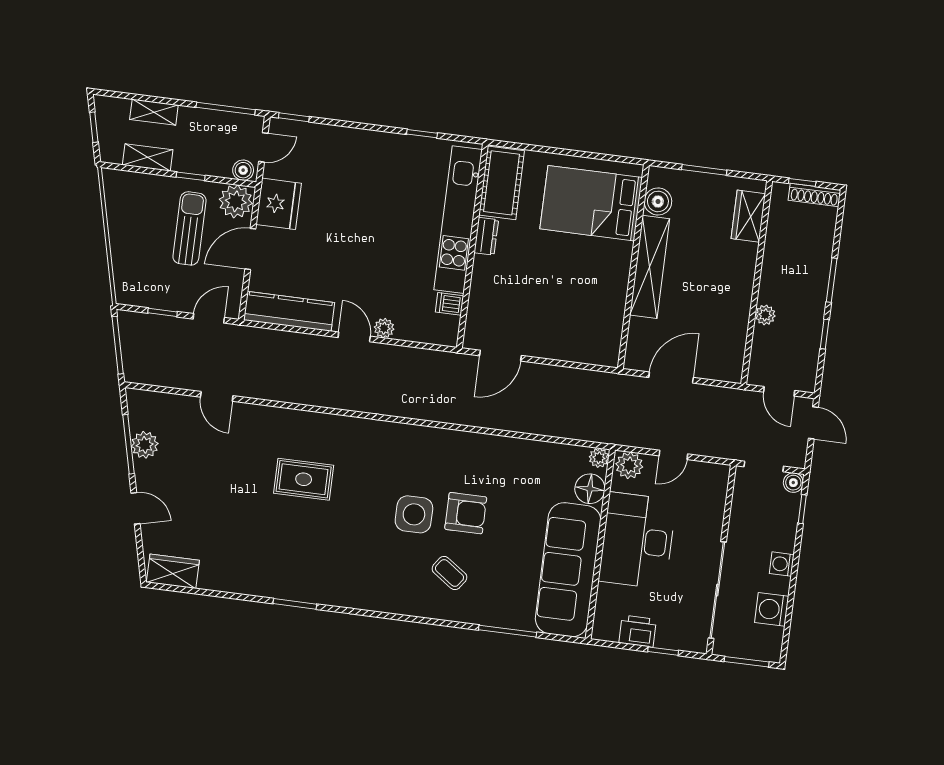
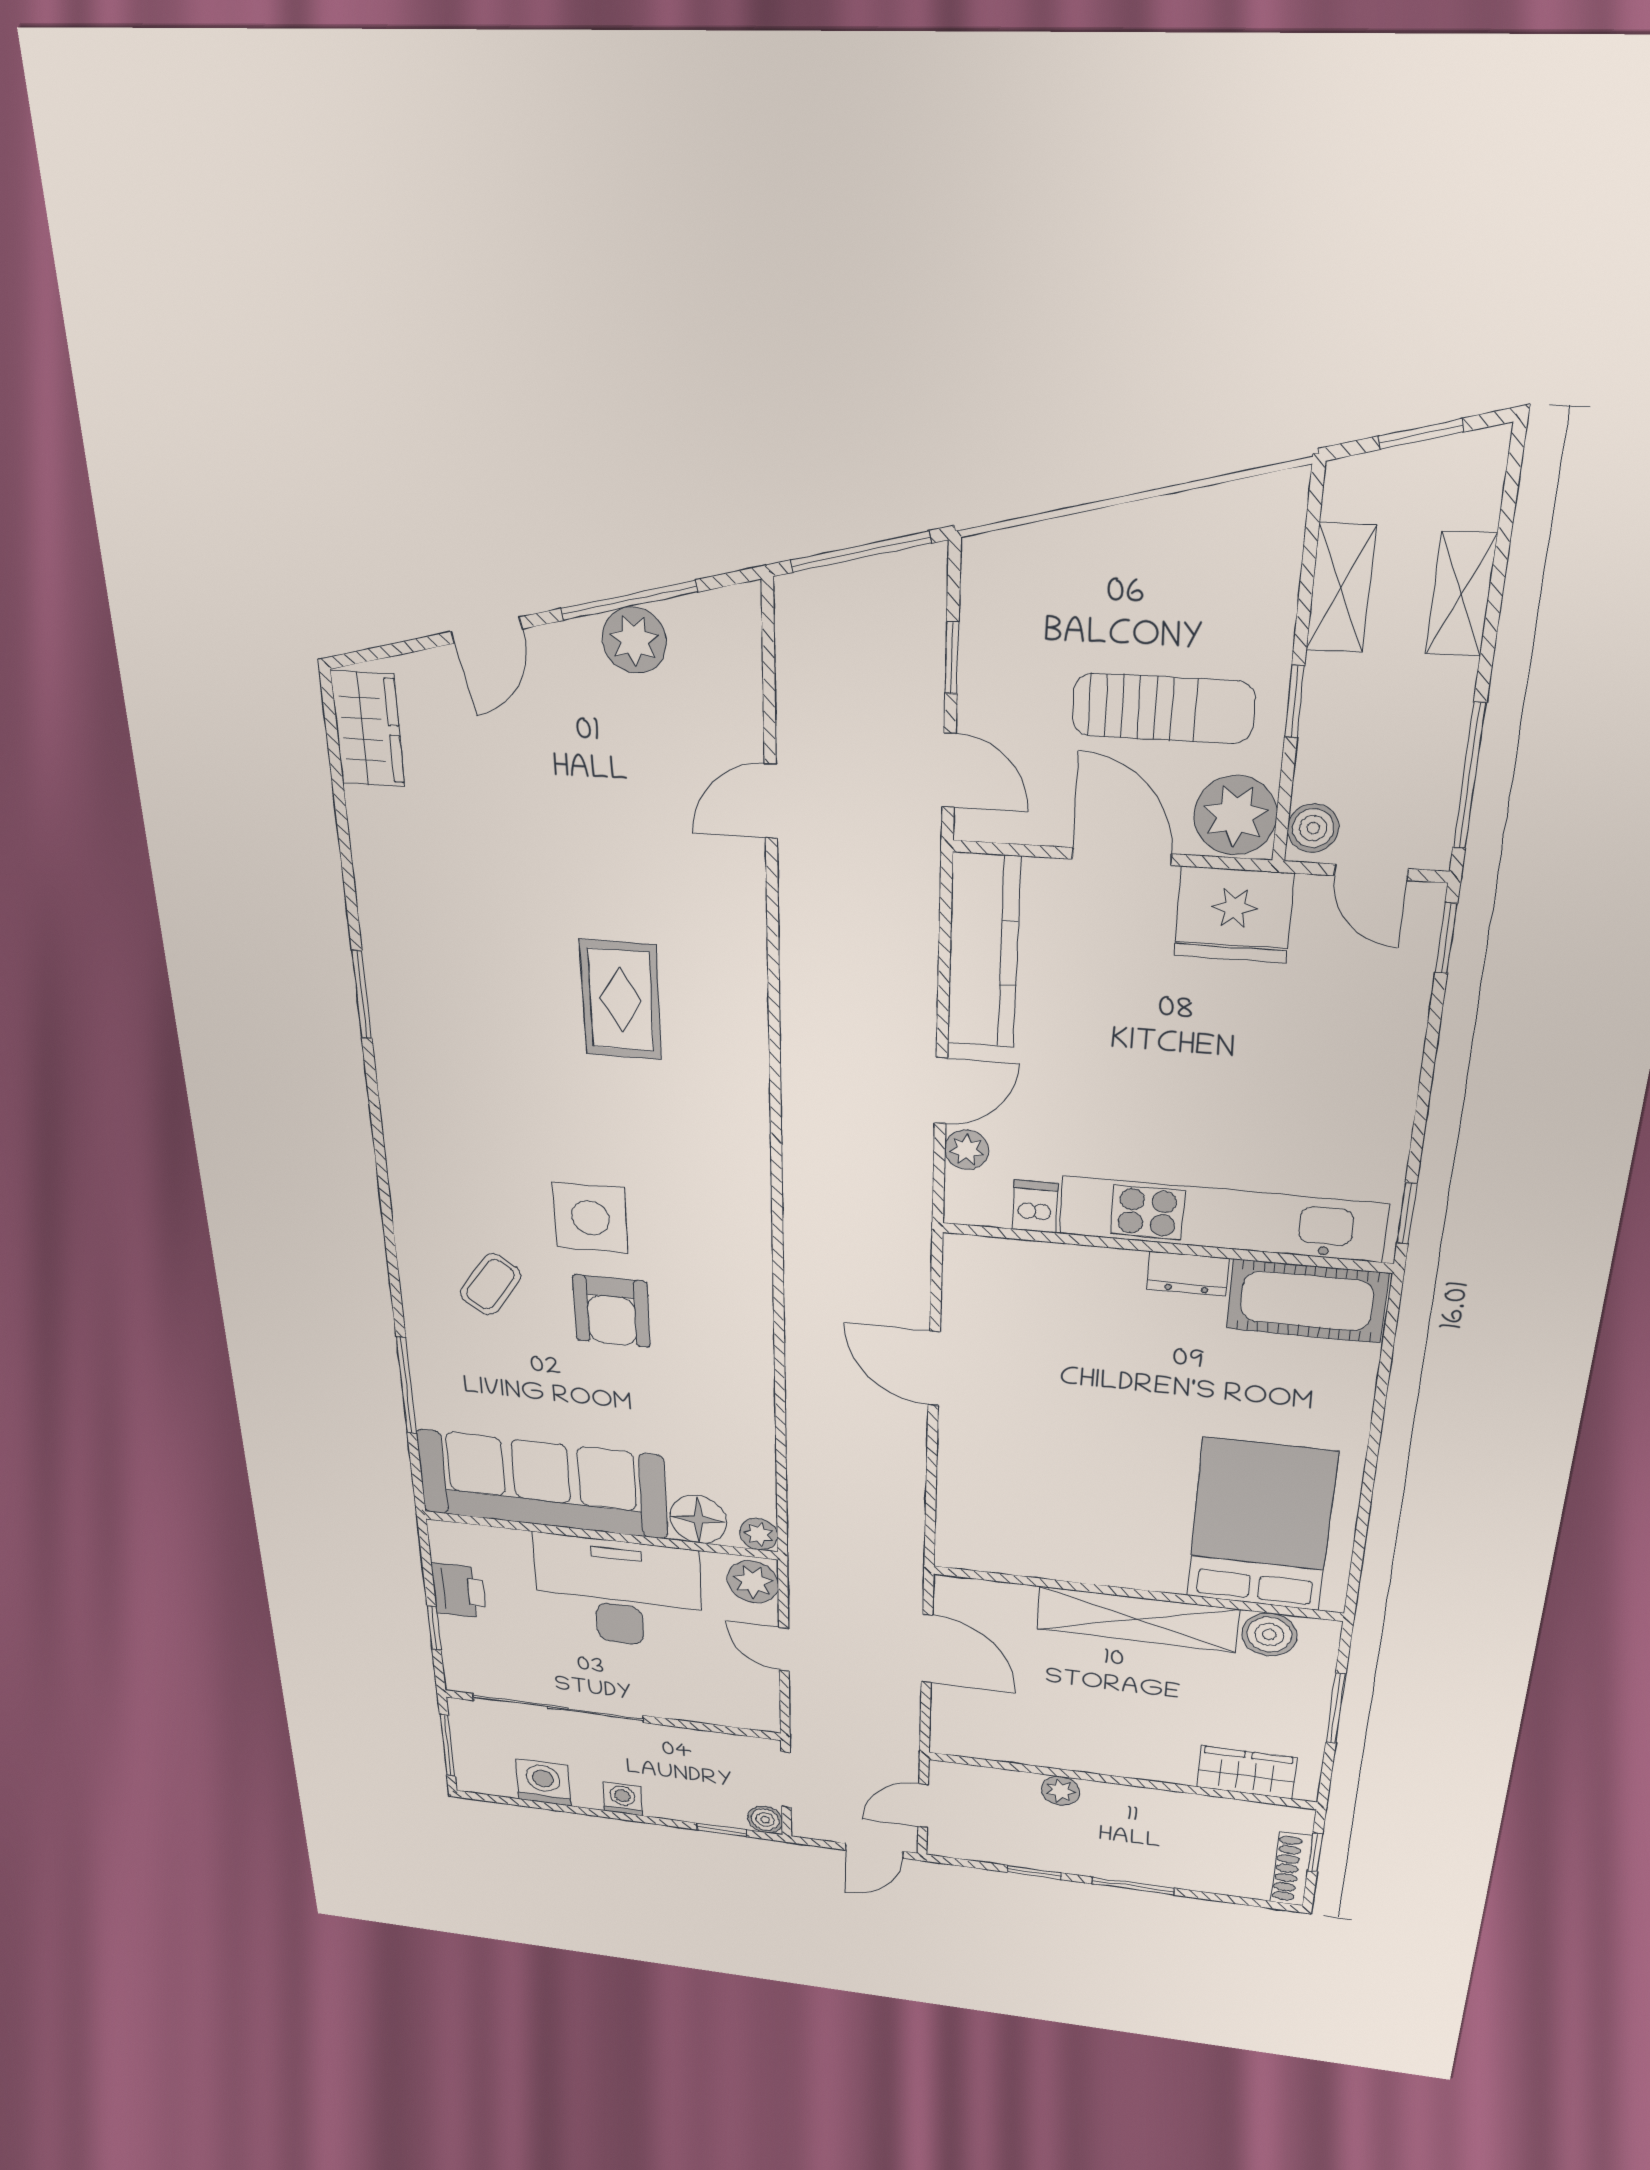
cot: (502, 183) -> (1307, 1301), moved
kitchen unit: (458, 220) -> (1222, 1219), moved
dresser: (486, 236) -> (1188, 1274), moved
wall: (472, 246) -> (1164, 1248), moved
dishwasher: (449, 304) -> (1035, 1206), moved

